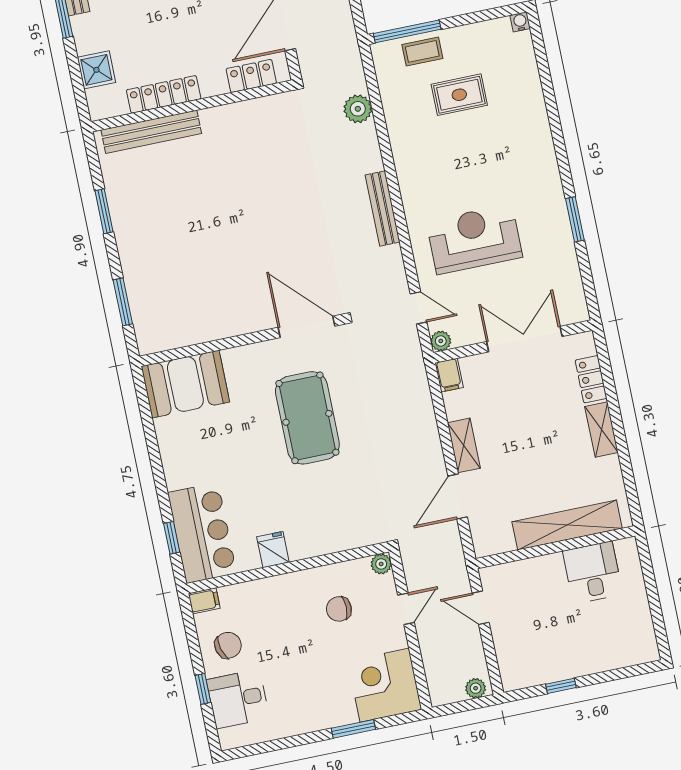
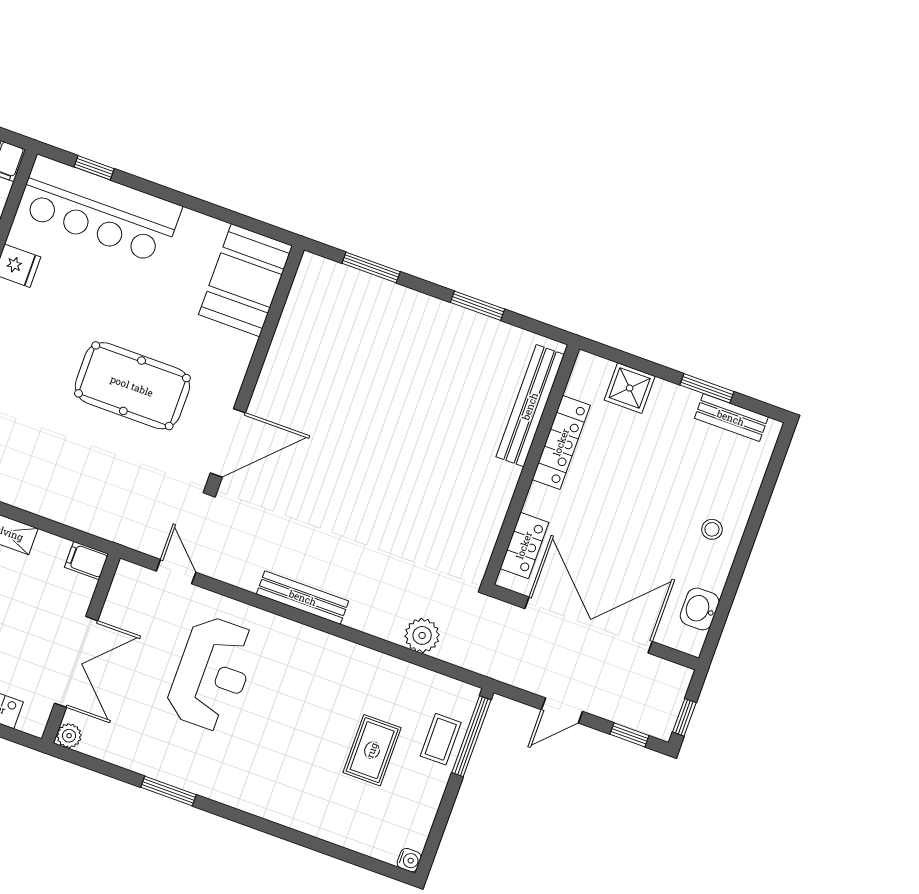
door: (419, 308) -> (176, 572), swing flipped
plant: (441, 341) -> (69, 736), moved
bar counter: (202, 533) -> (99, 210), width x1.36

